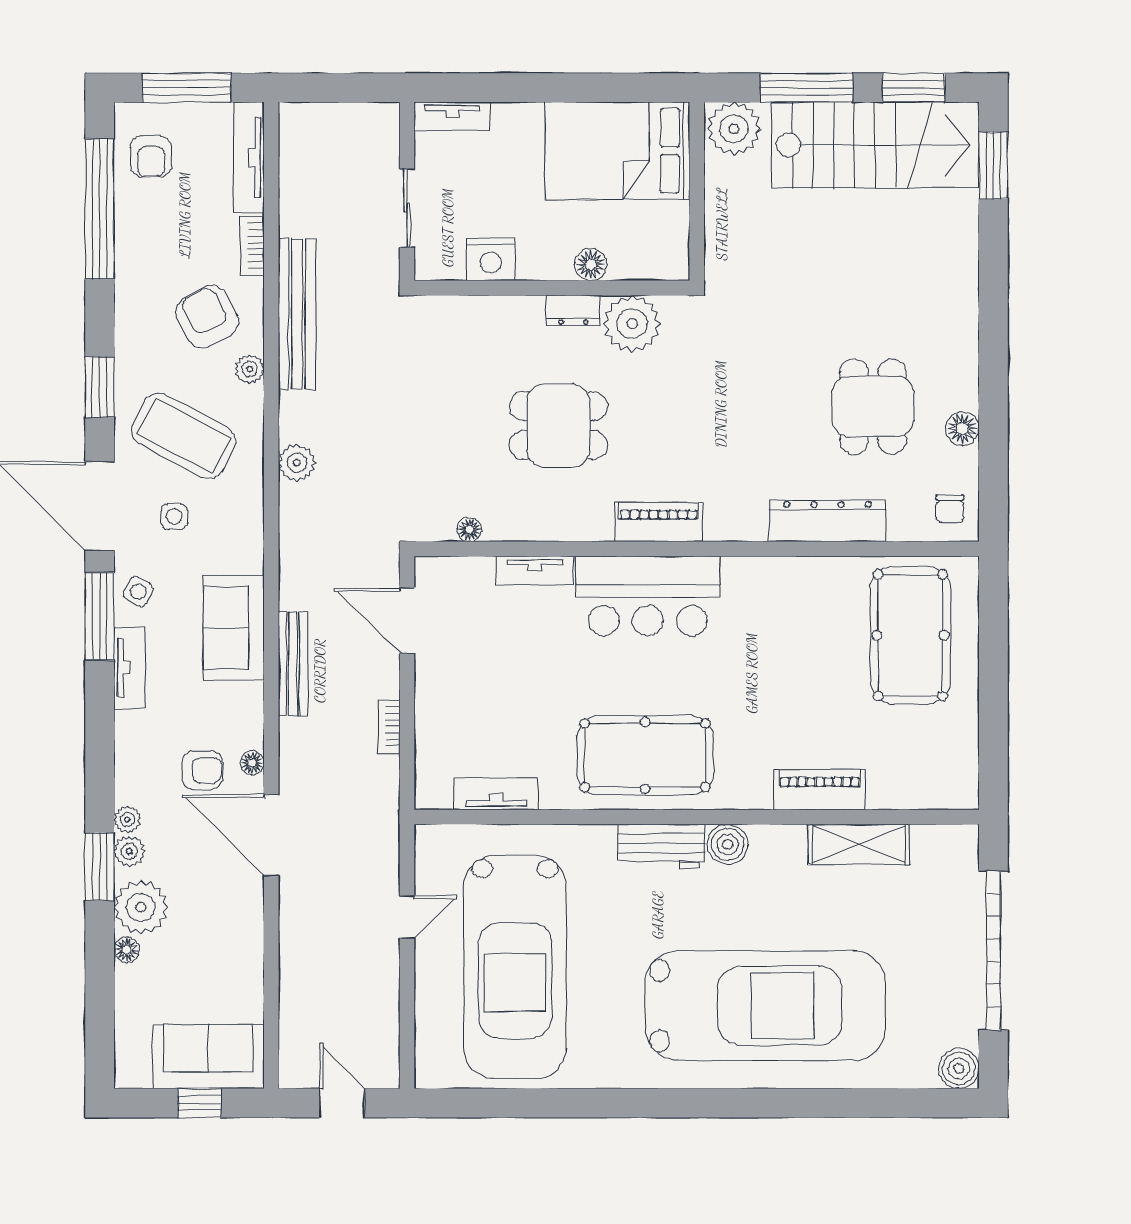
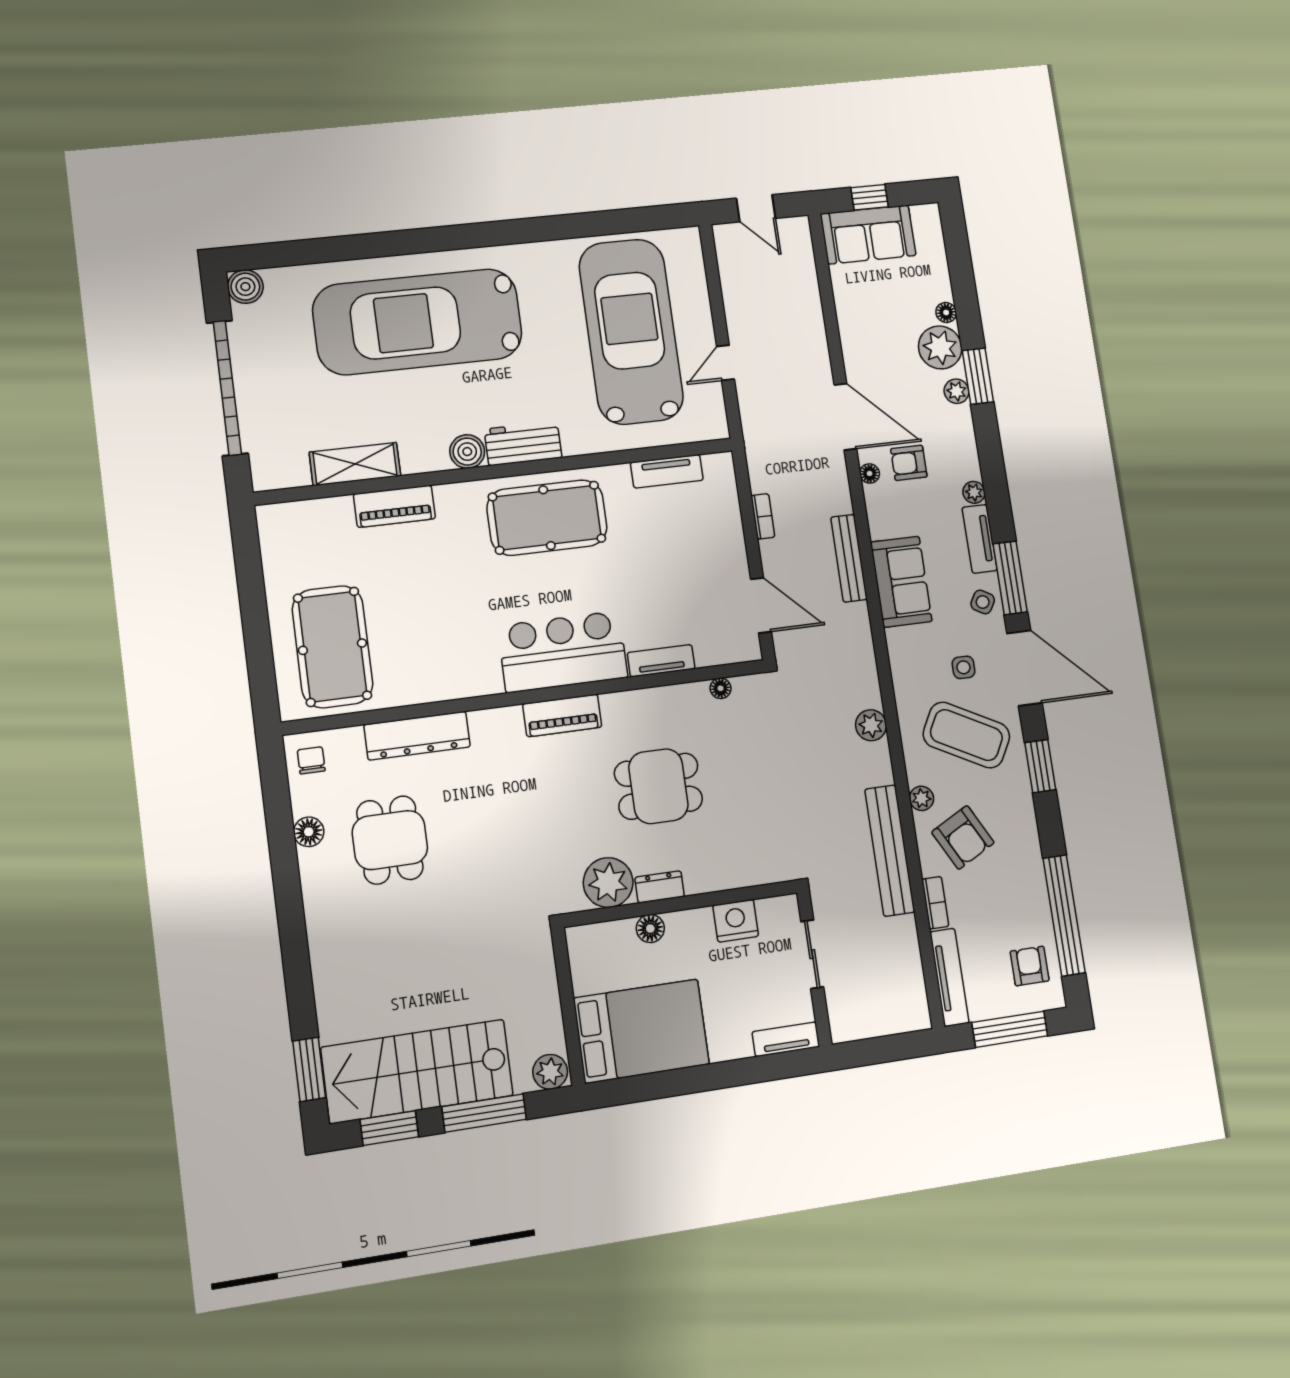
plant: (734, 129) -> (550, 1072), width x0.73, depth x0.73
plant: (127, 819) -> (974, 492), moved

